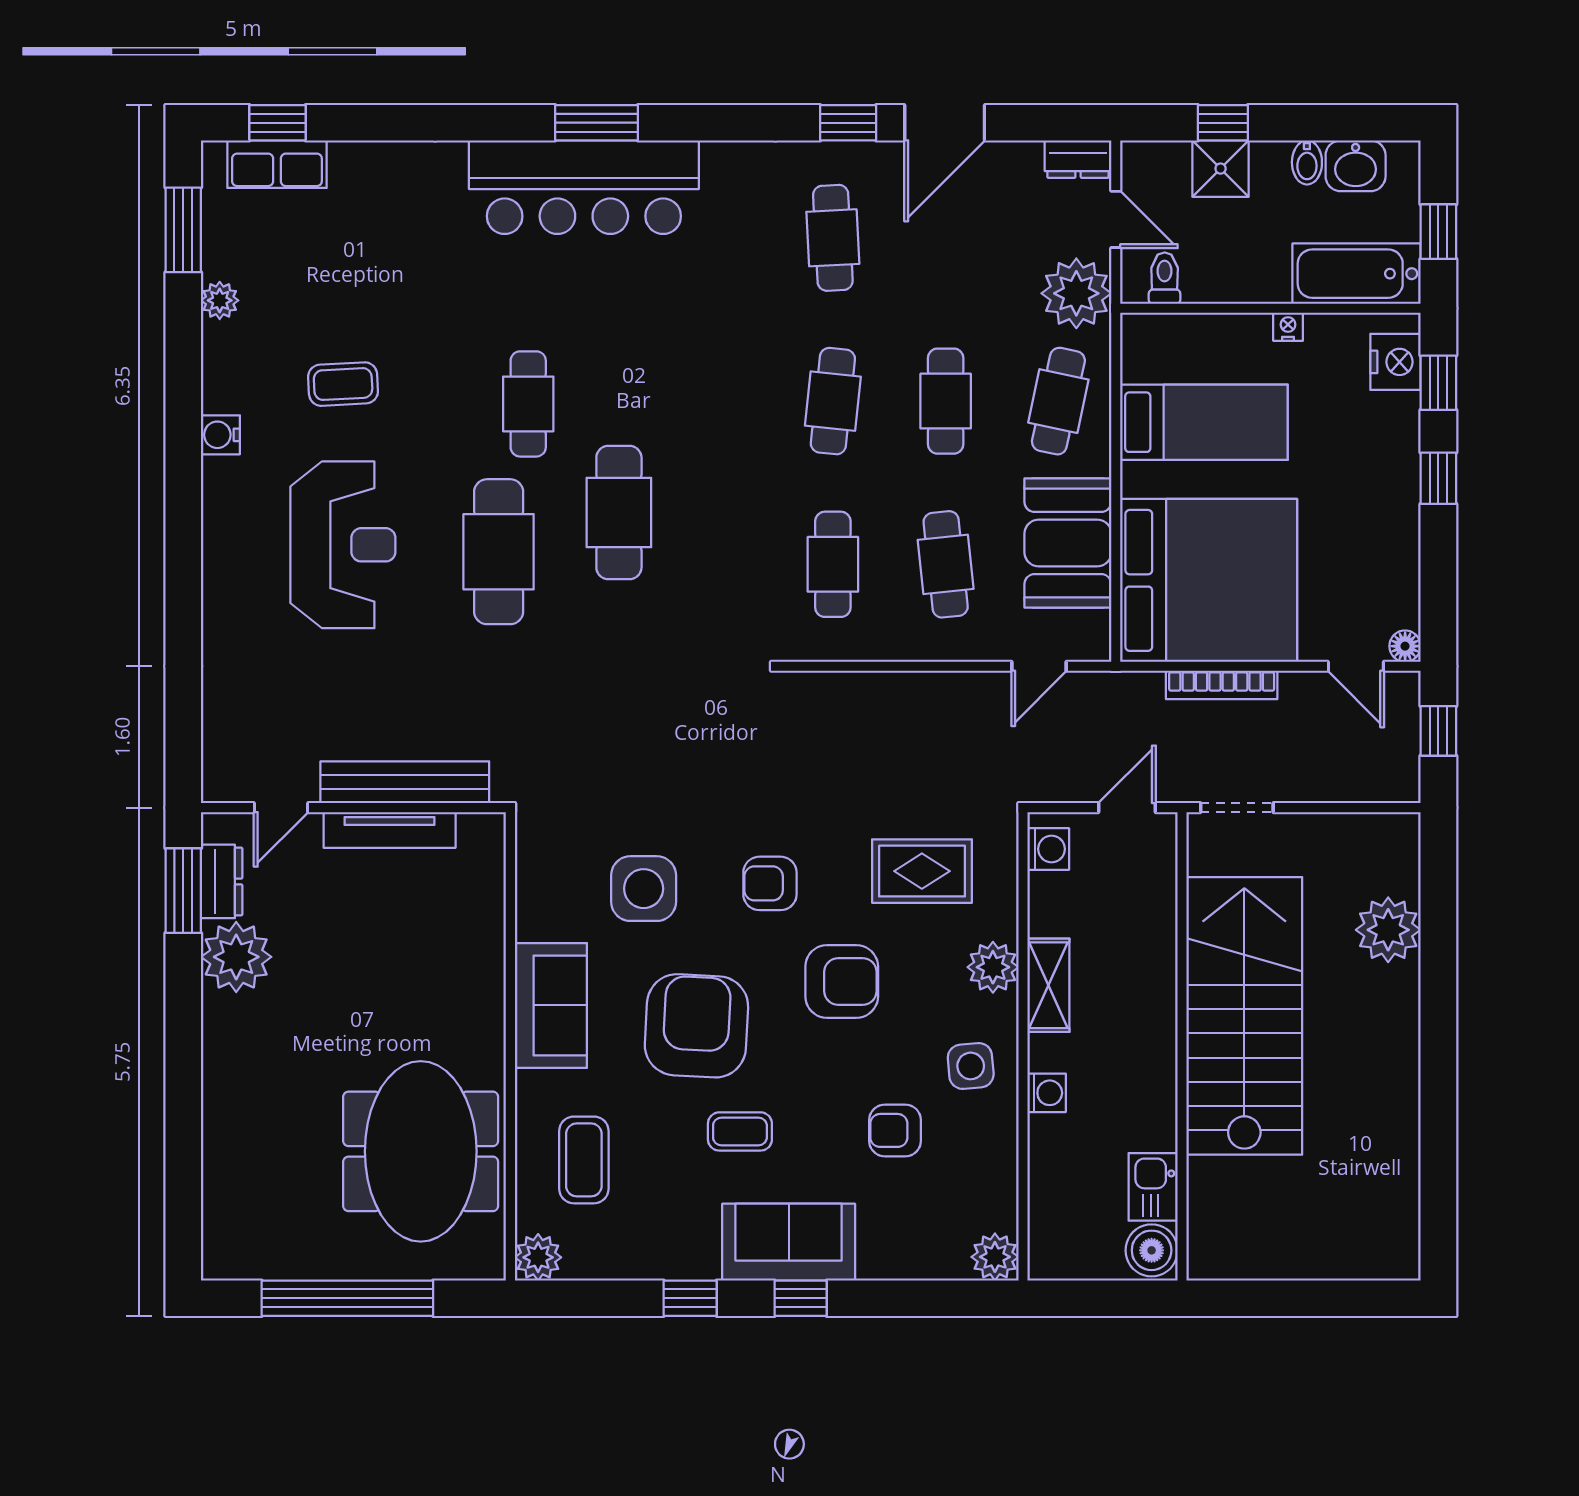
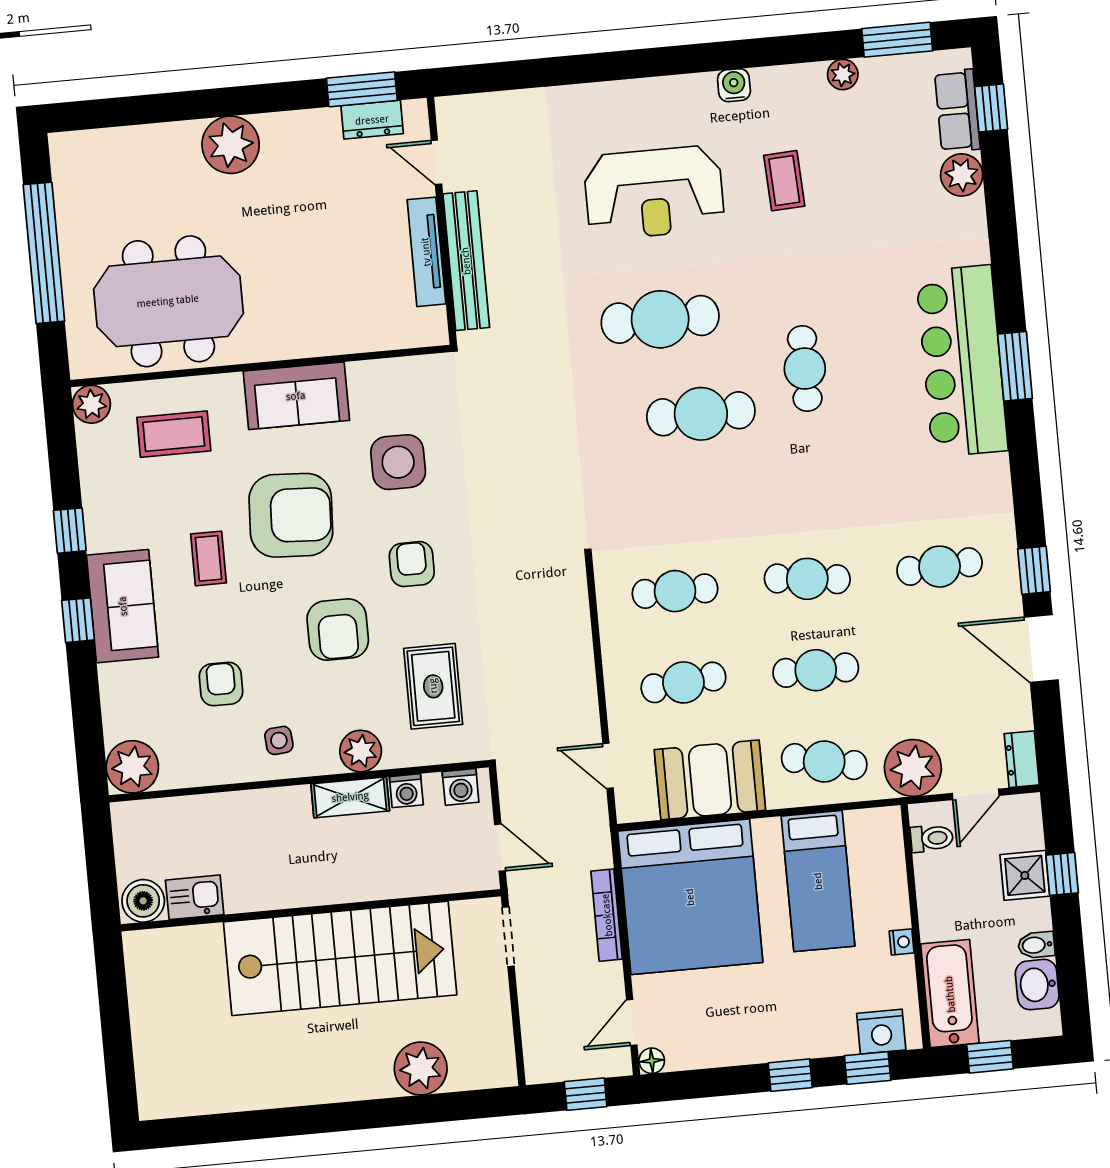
plant: (356, 166) -> (962, 175), added
cafe table: (528, 404) -> (805, 369), moved, turned 90
plant: (236, 957) -> (231, 145), moved
side table: (971, 1066) -> (279, 740), width x0.73, depth x0.73
washing machine: (1047, 1093) -> (406, 791), moved
plant: (995, 1257) -> (132, 767), width x1.36, depth x1.36

